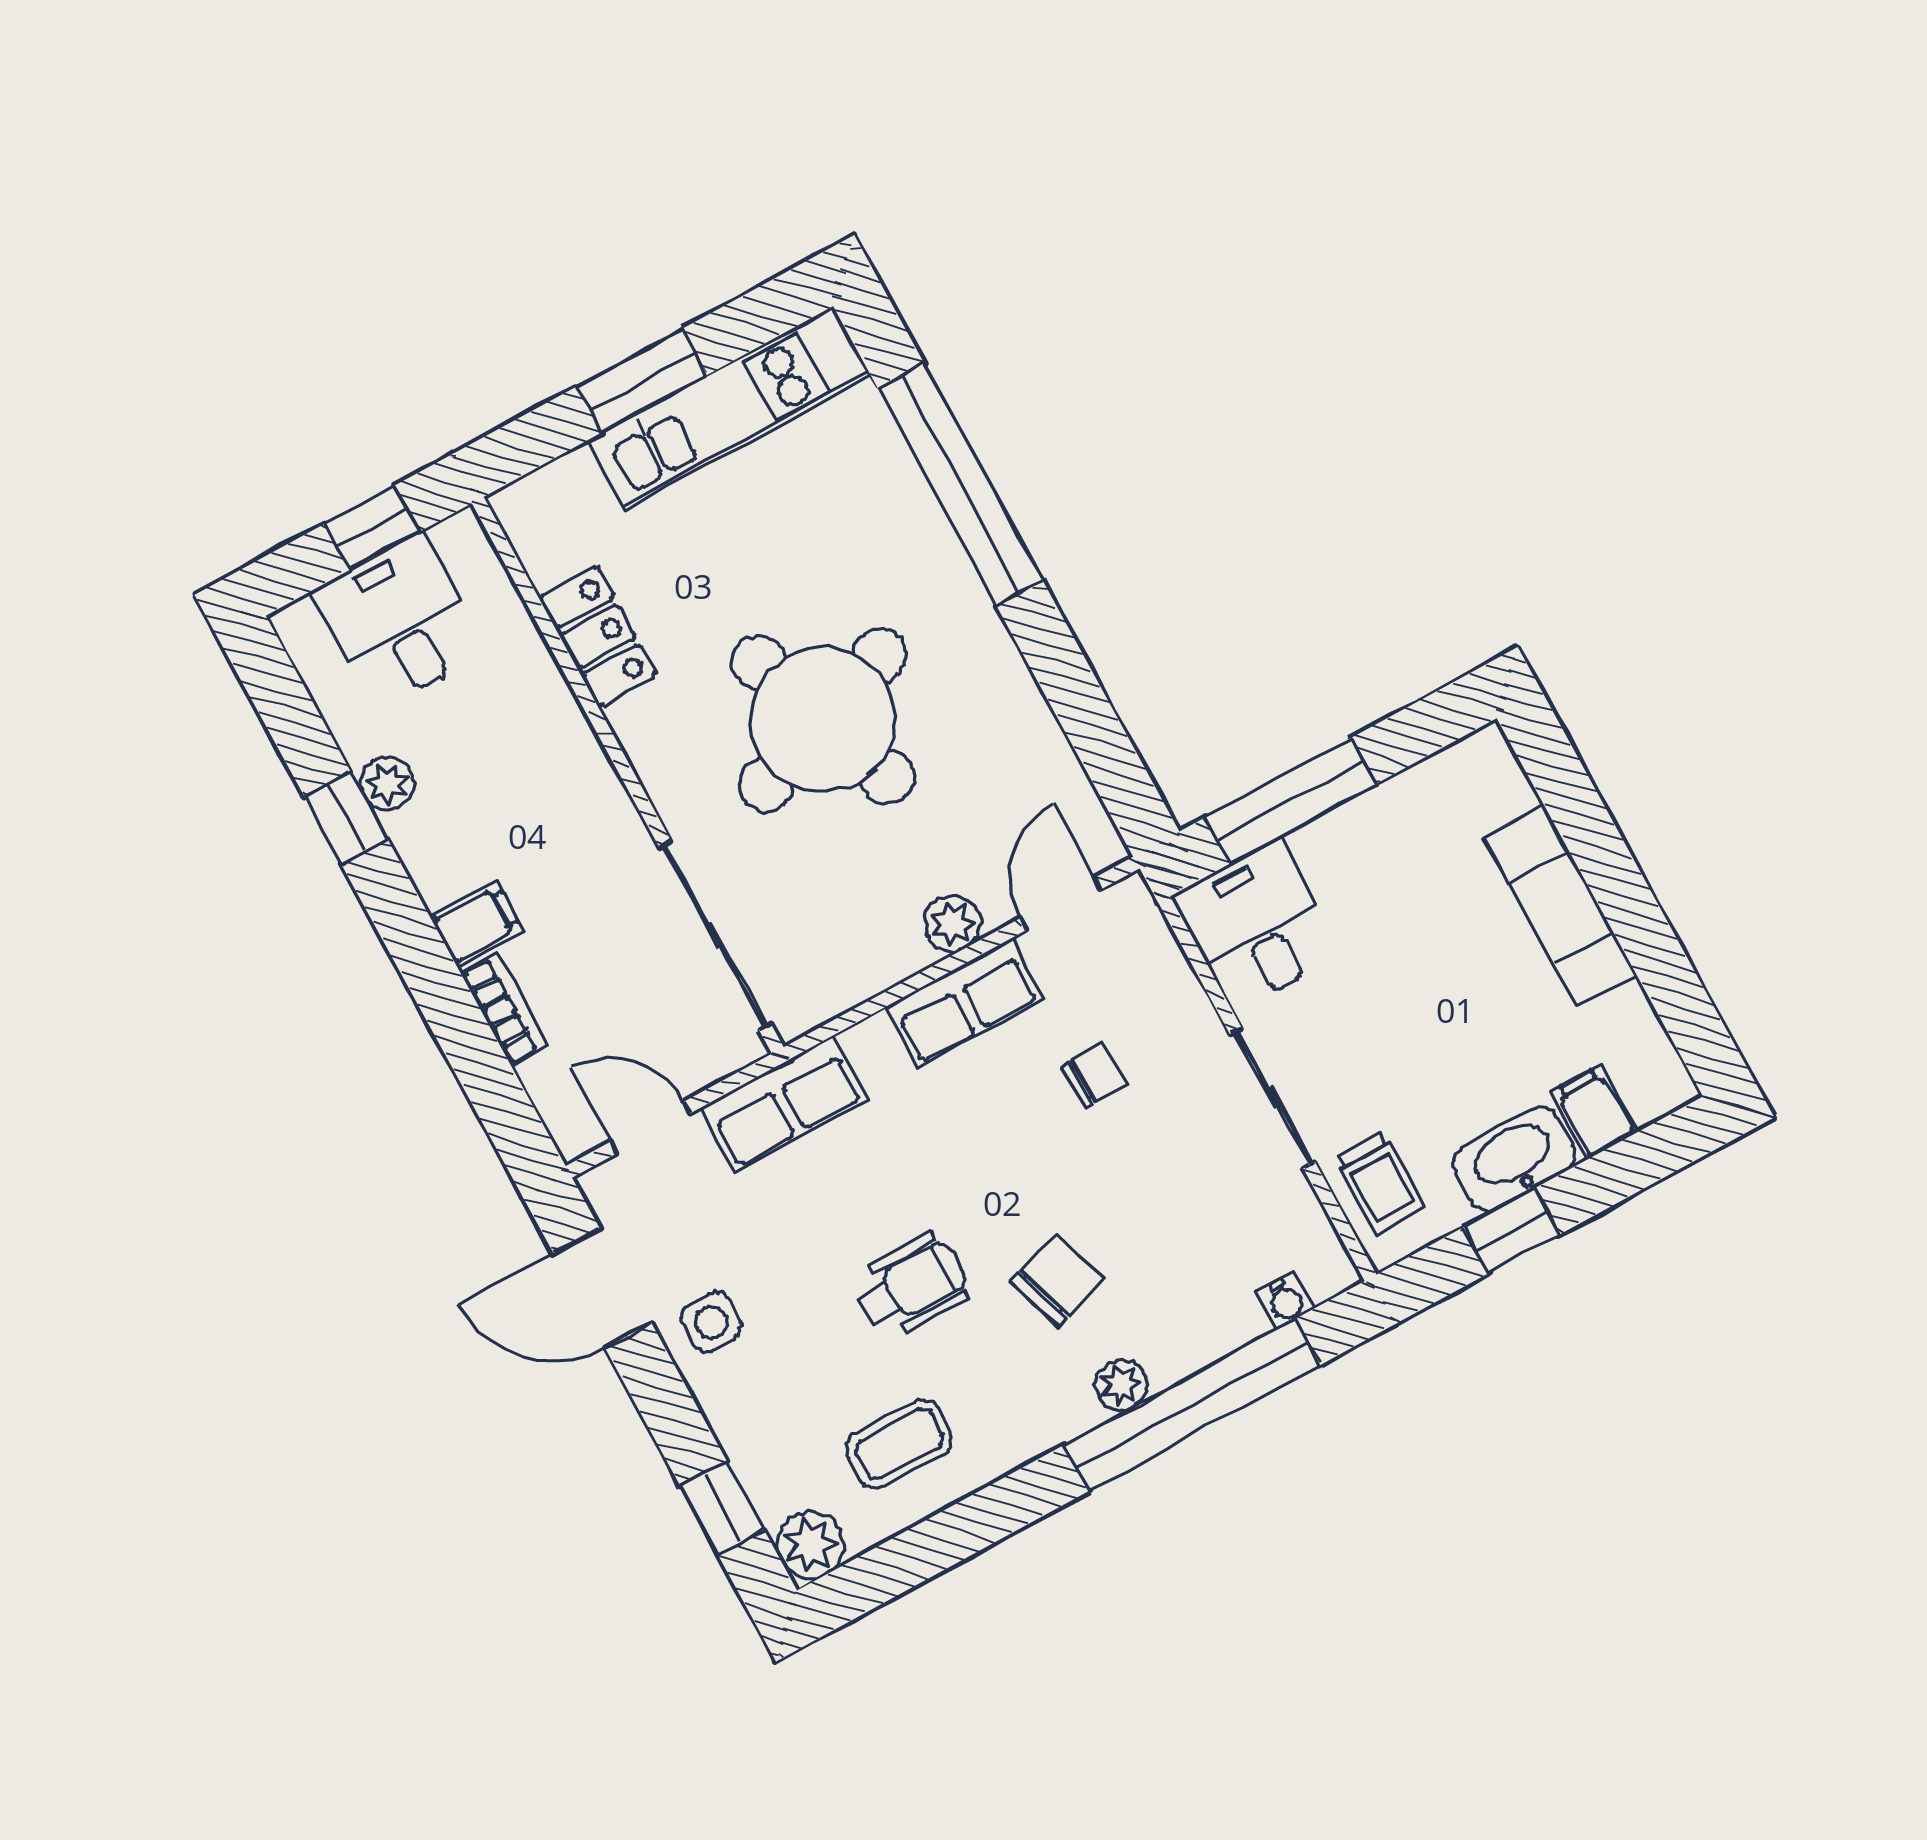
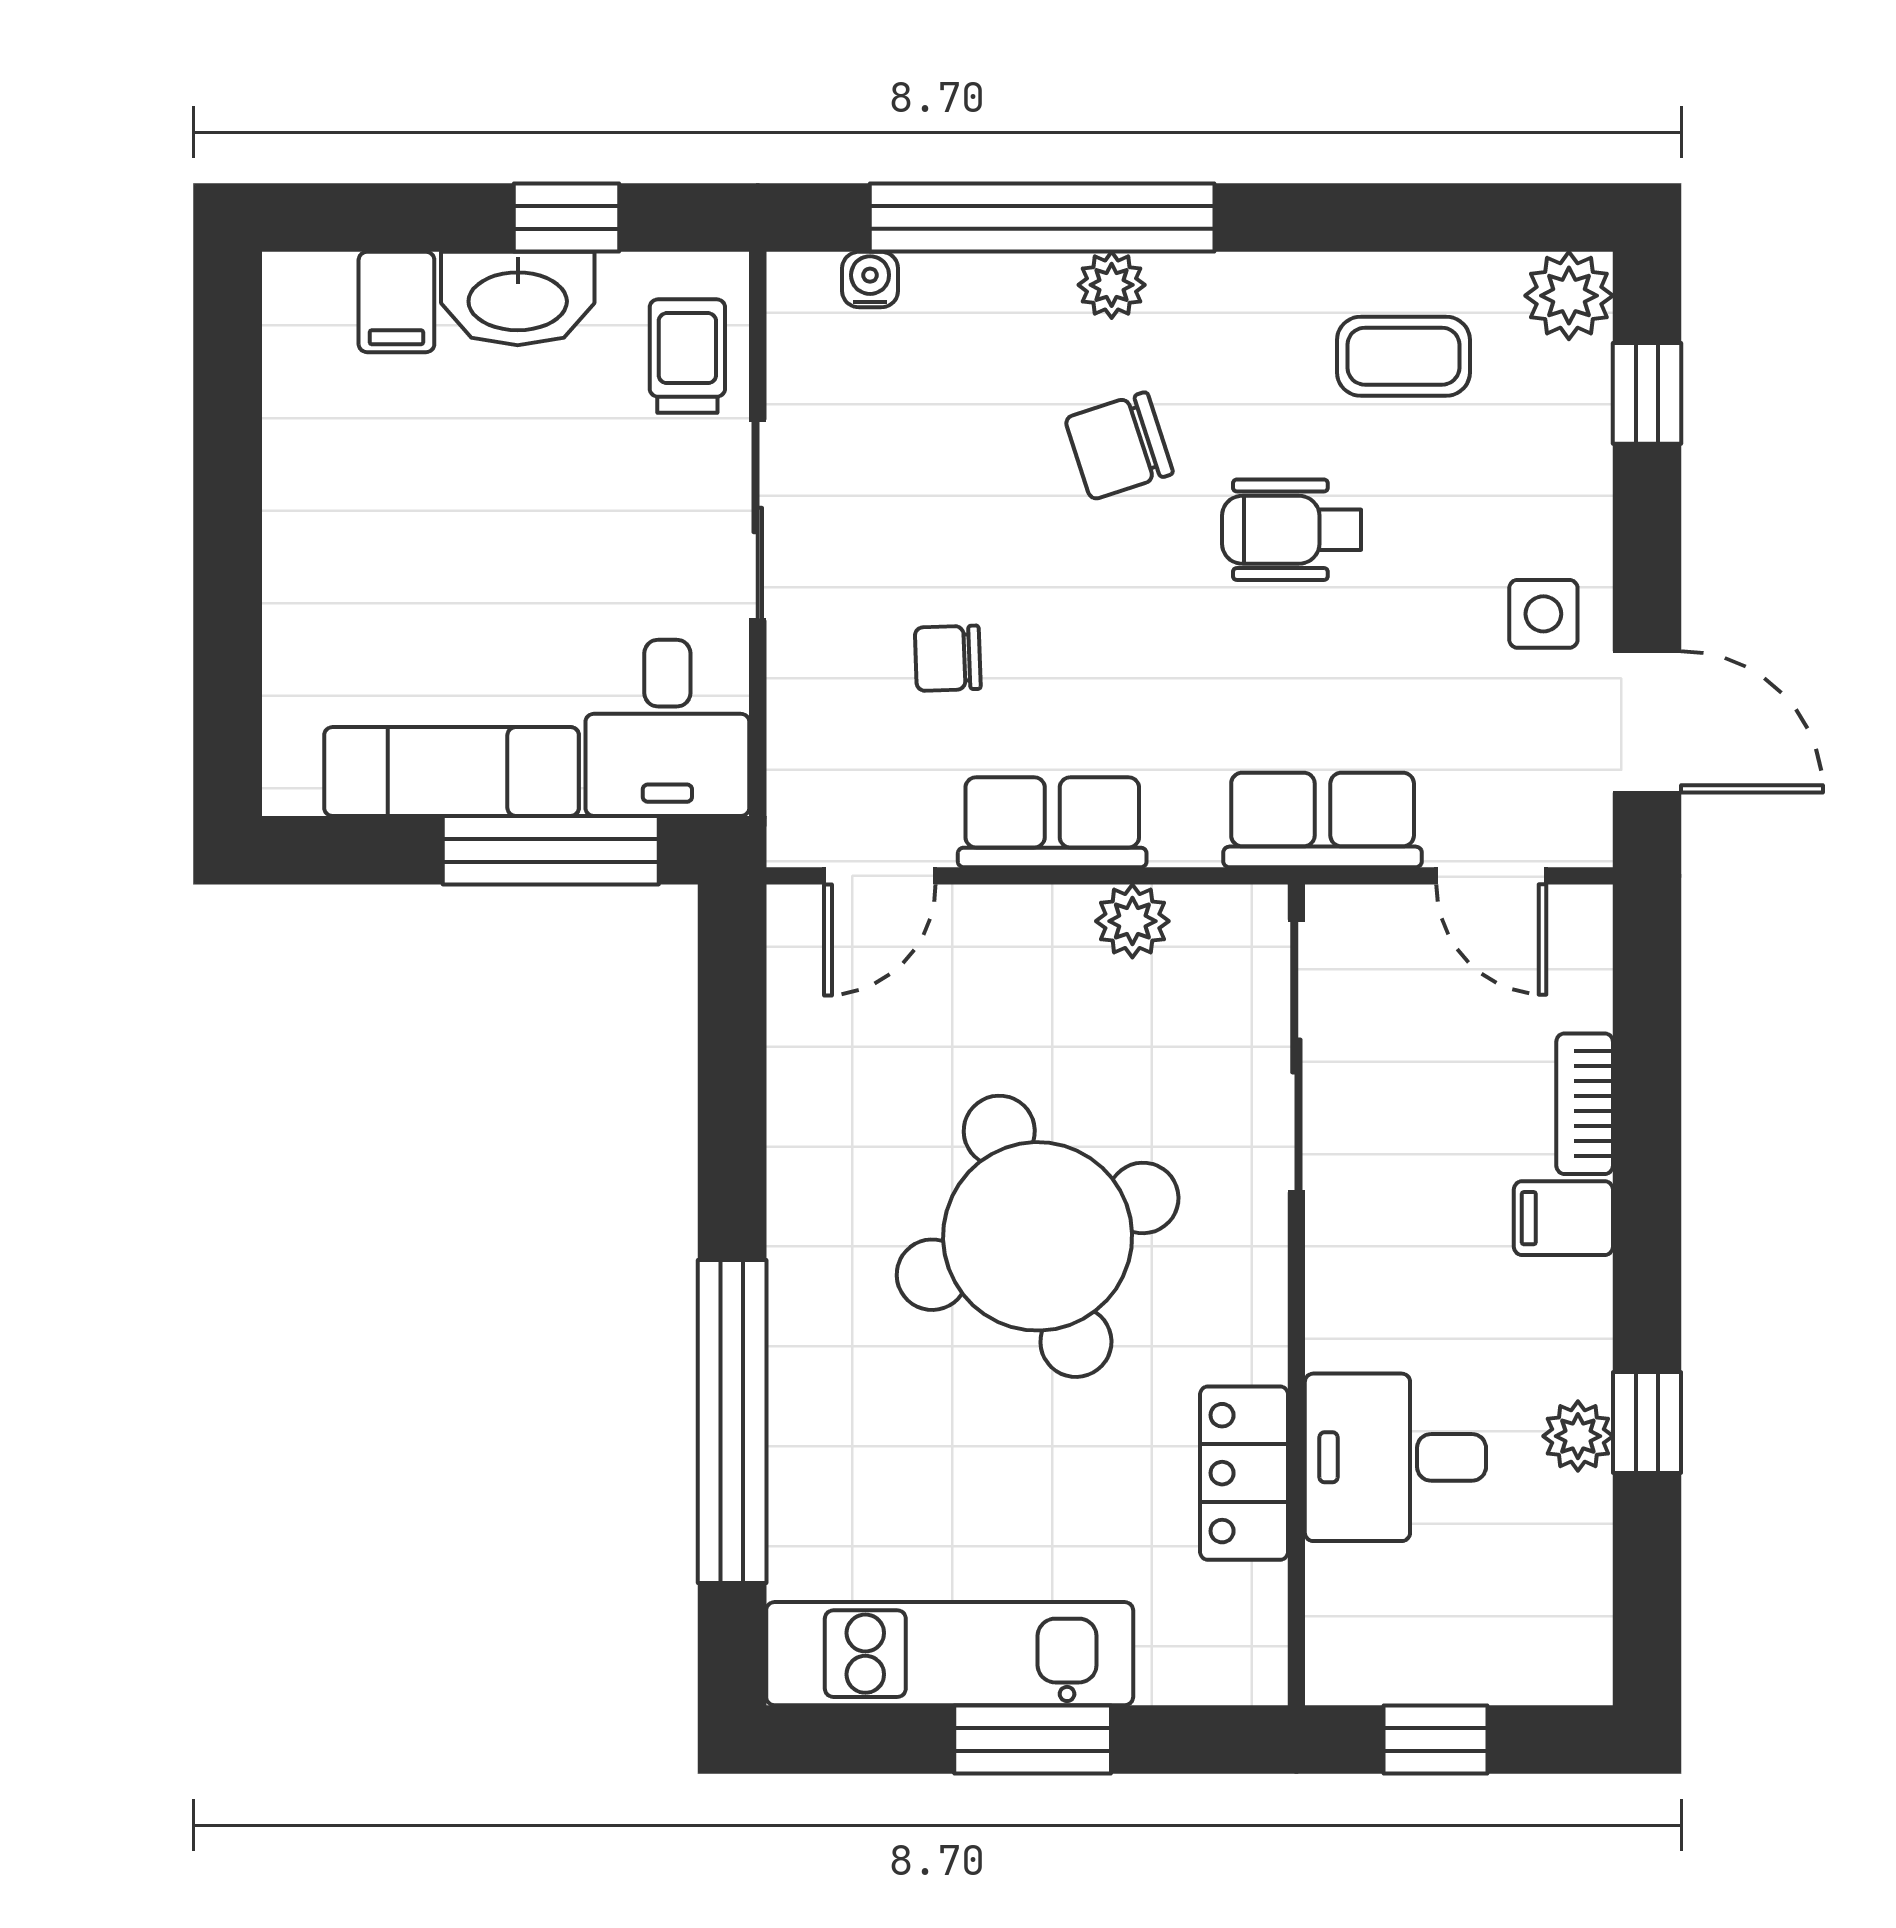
desk: (399, 621) -> (1395, 1457), moved, turned 90
exam couch: (1560, 906) -> (451, 771), moved, turned -90
plant: (952, 924) -> (1132, 921), moved

